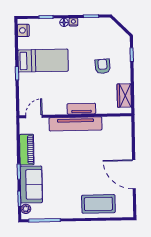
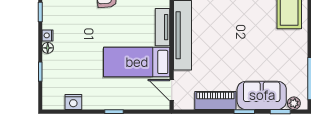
nightstand: (23, 30) -> (73, 102), moved
bed: (43, 61) -> (137, 62), moved, turned -90

